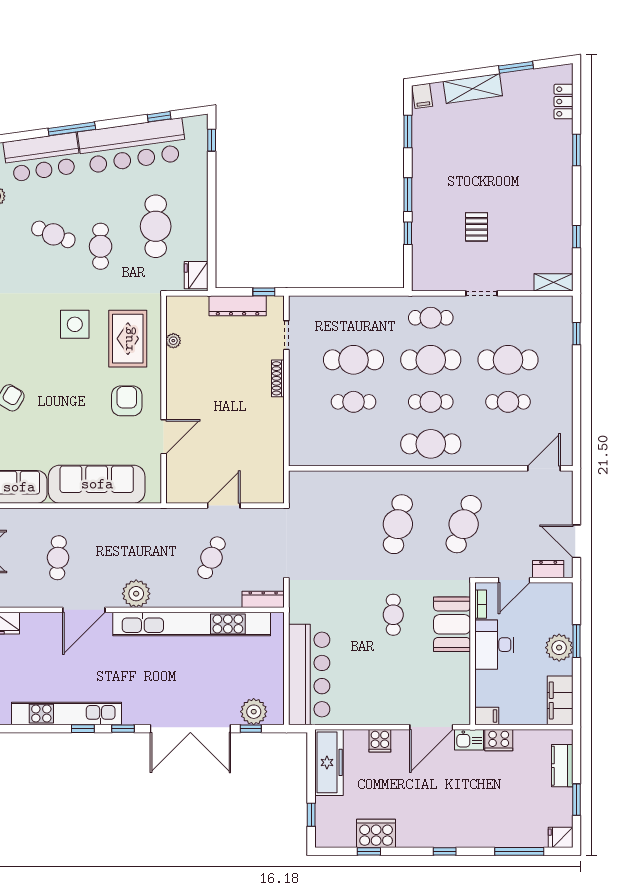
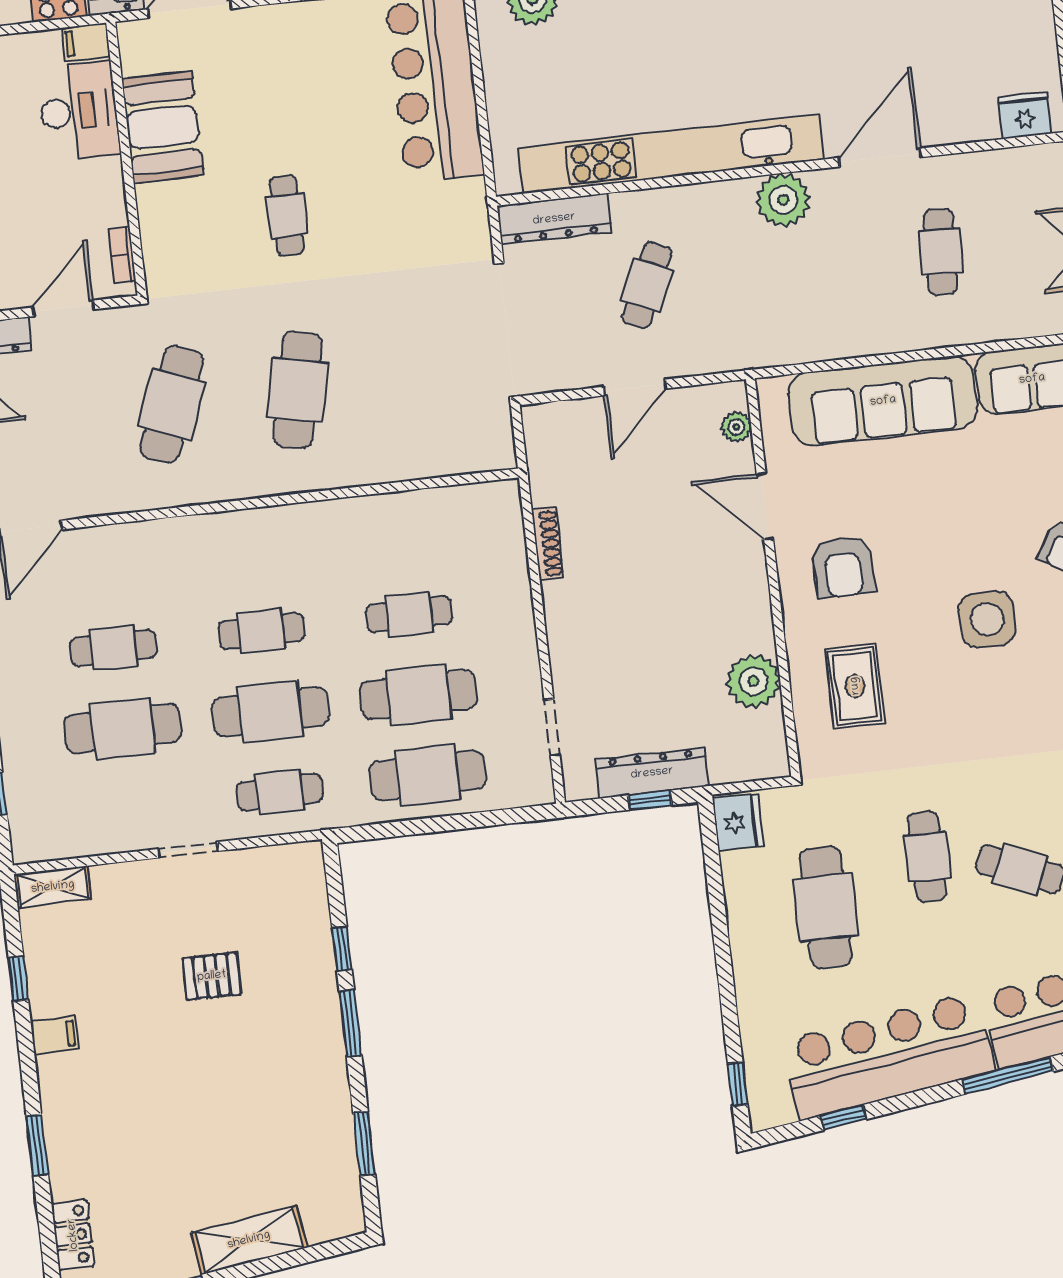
filing cabinet: (422, 96) -> (55, 1035), moved, turned 98
pallet: (477, 227) -> (212, 976), turned 90
window: (264, 292) -> (650, 800), moved
side table: (75, 324) -> (987, 619), moved
rug: (128, 339) -> (855, 686), width x0.73, depth x0.70
plant: (173, 341) -> (753, 681), width x1.88, depth x1.88
shoe rack: (278, 378) -> (548, 544), moved
door: (164, 437) -> (765, 506), hinge flipped
cafe table: (431, 444) -> (427, 775), moved
plant: (174, 479) -> (736, 427), added
dresser: (263, 599) -> (554, 219), width x1.37, depth x1.24
booth: (452, 624) -> (163, 127), moved
desk: (494, 645) -> (79, 111), moved

